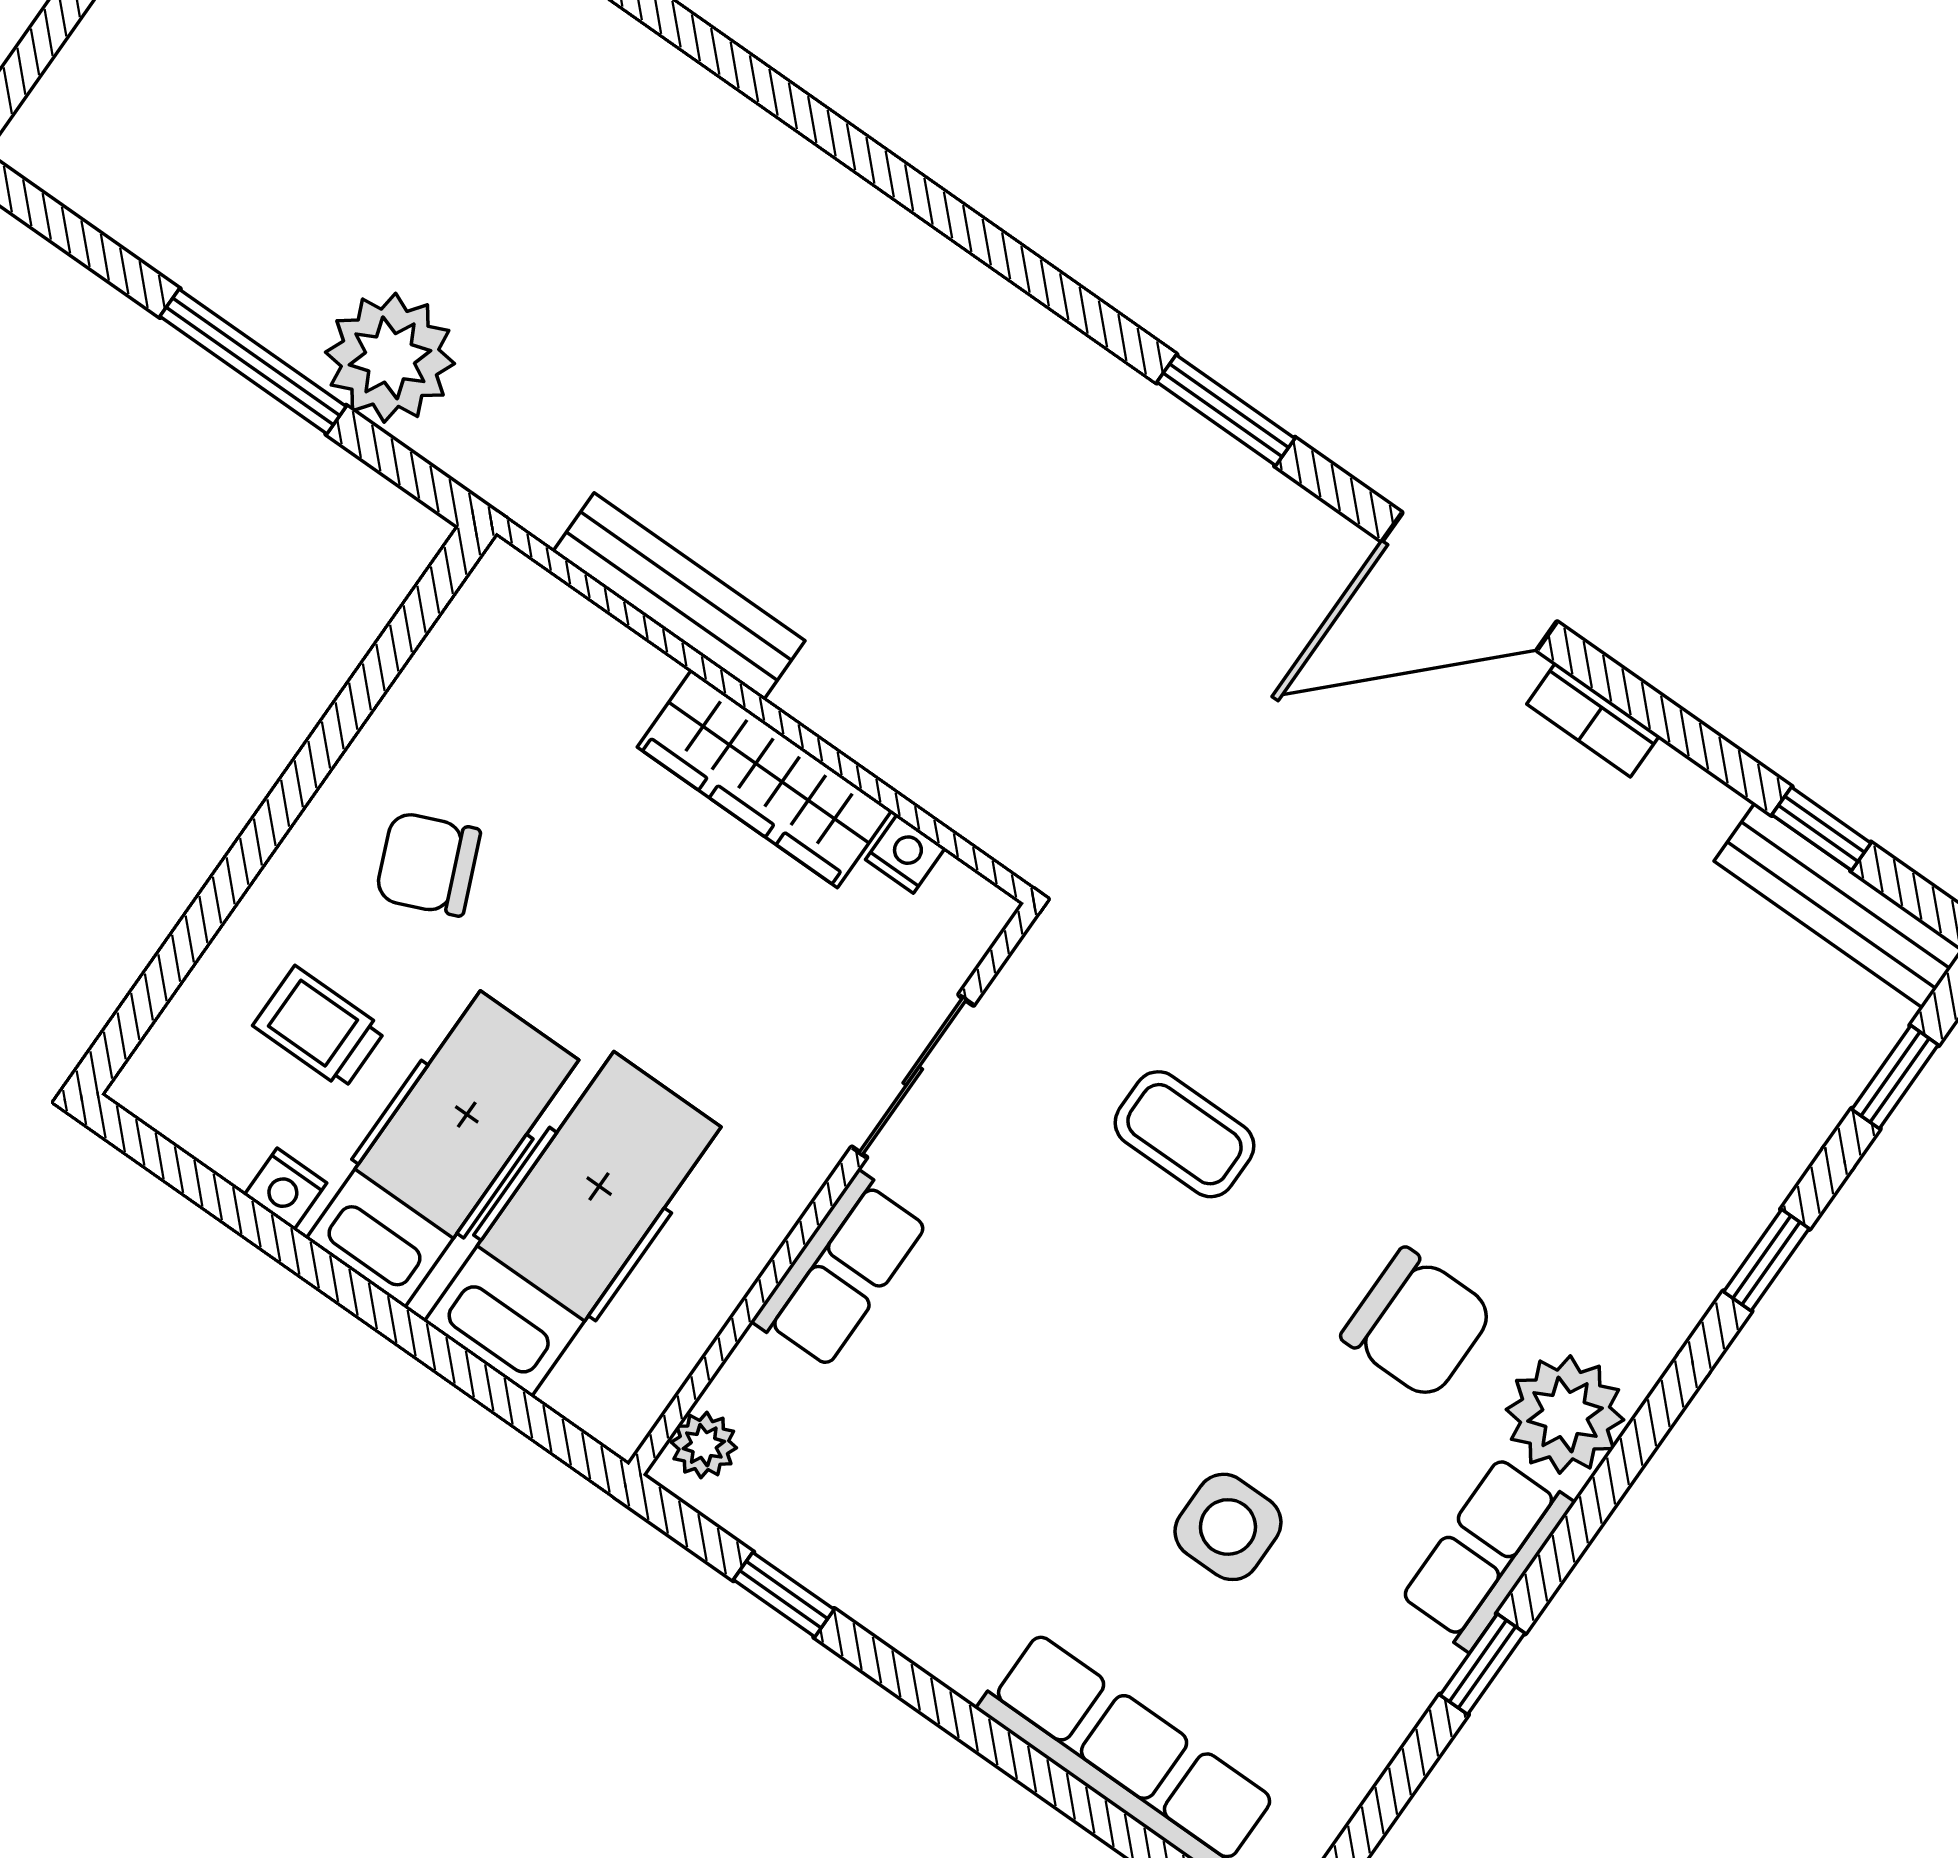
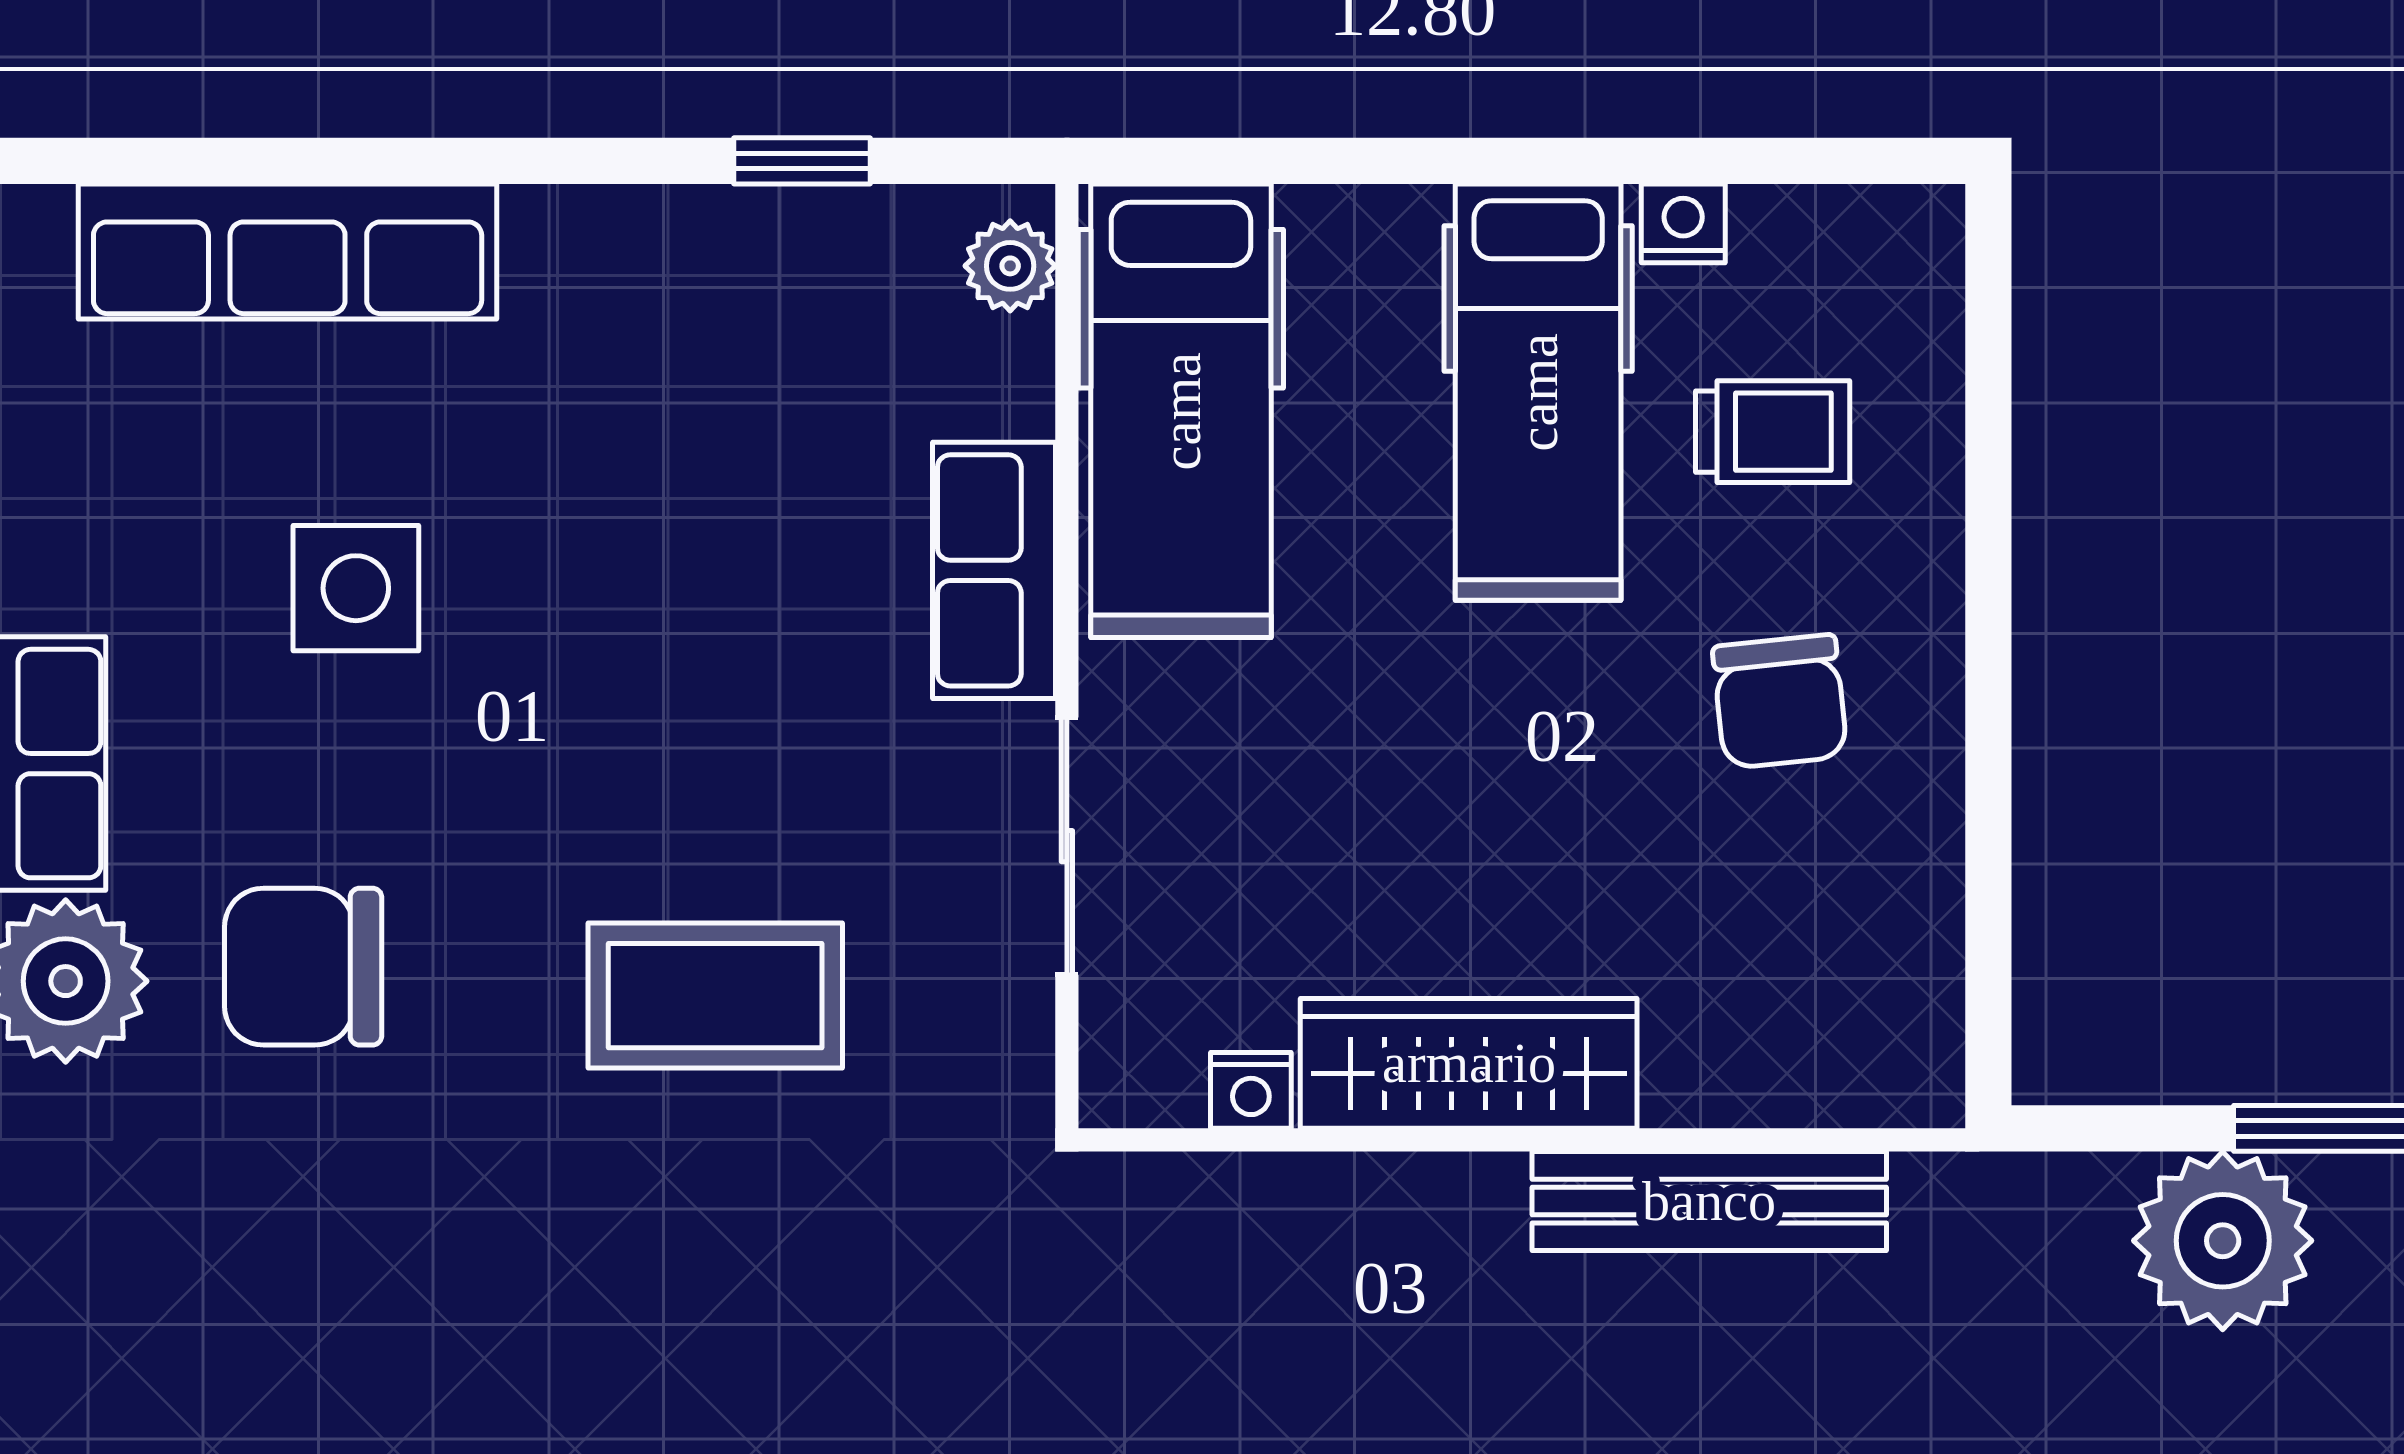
chair: (428, 864) -> (1780, 701), turned 107
coffee table: (1185, 1134) -> (715, 996), width x1.36, depth x1.30
hospital bed: (573, 1224) -> (1181, 411), moved

